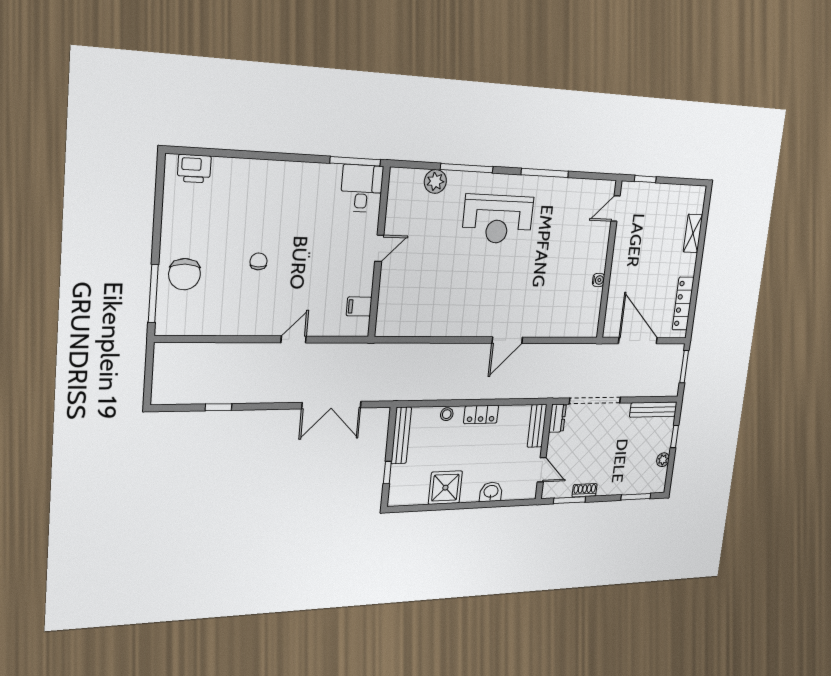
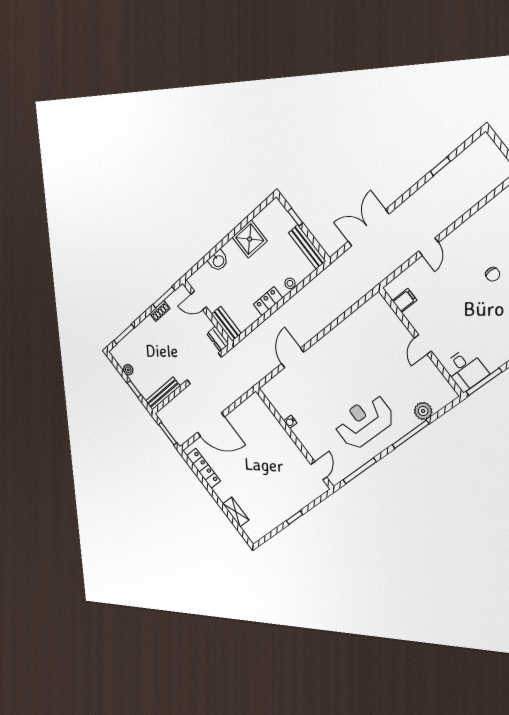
door: (616, 209) -> (319, 471), moved
wall: (609, 260) -> (295, 439), moved
water cooler: (598, 280) -> (290, 422), moved

